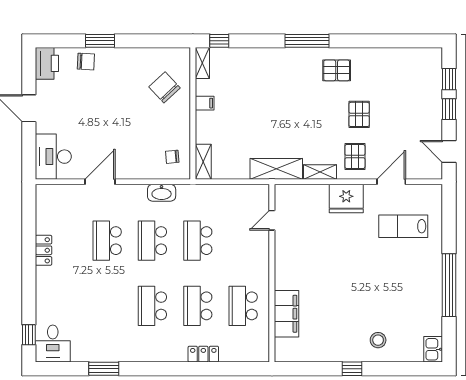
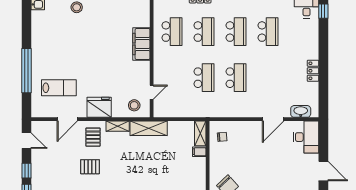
filing cabinet: (205, 103) -> (199, 152), moved
pallet: (359, 114) -> (90, 167), turned 90
washbasin: (162, 193) -> (301, 111), moved
stool: (297, 201) -> (134, 105), added
school desk: (107, 241) -> (268, 32), moved
window: (449, 285) -> (26, 71), moved
filing cabinet: (286, 314) -> (141, 44), moved

